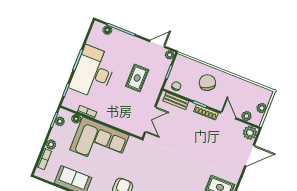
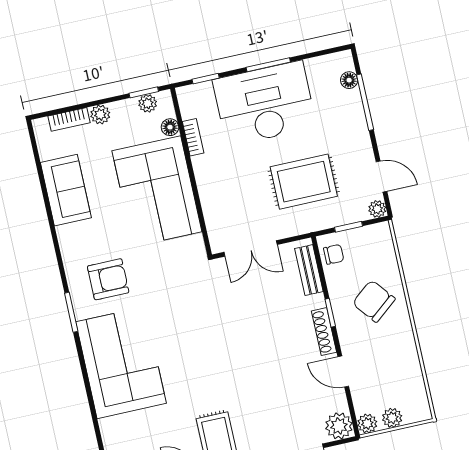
rug: (137, 78) -> (304, 182), width x1.36, depth x1.43
chair: (207, 83) -> (374, 301), turned -101
door: (228, 115) -> (343, 372), swing flipped
plant: (247, 116) -> (367, 424), moved

